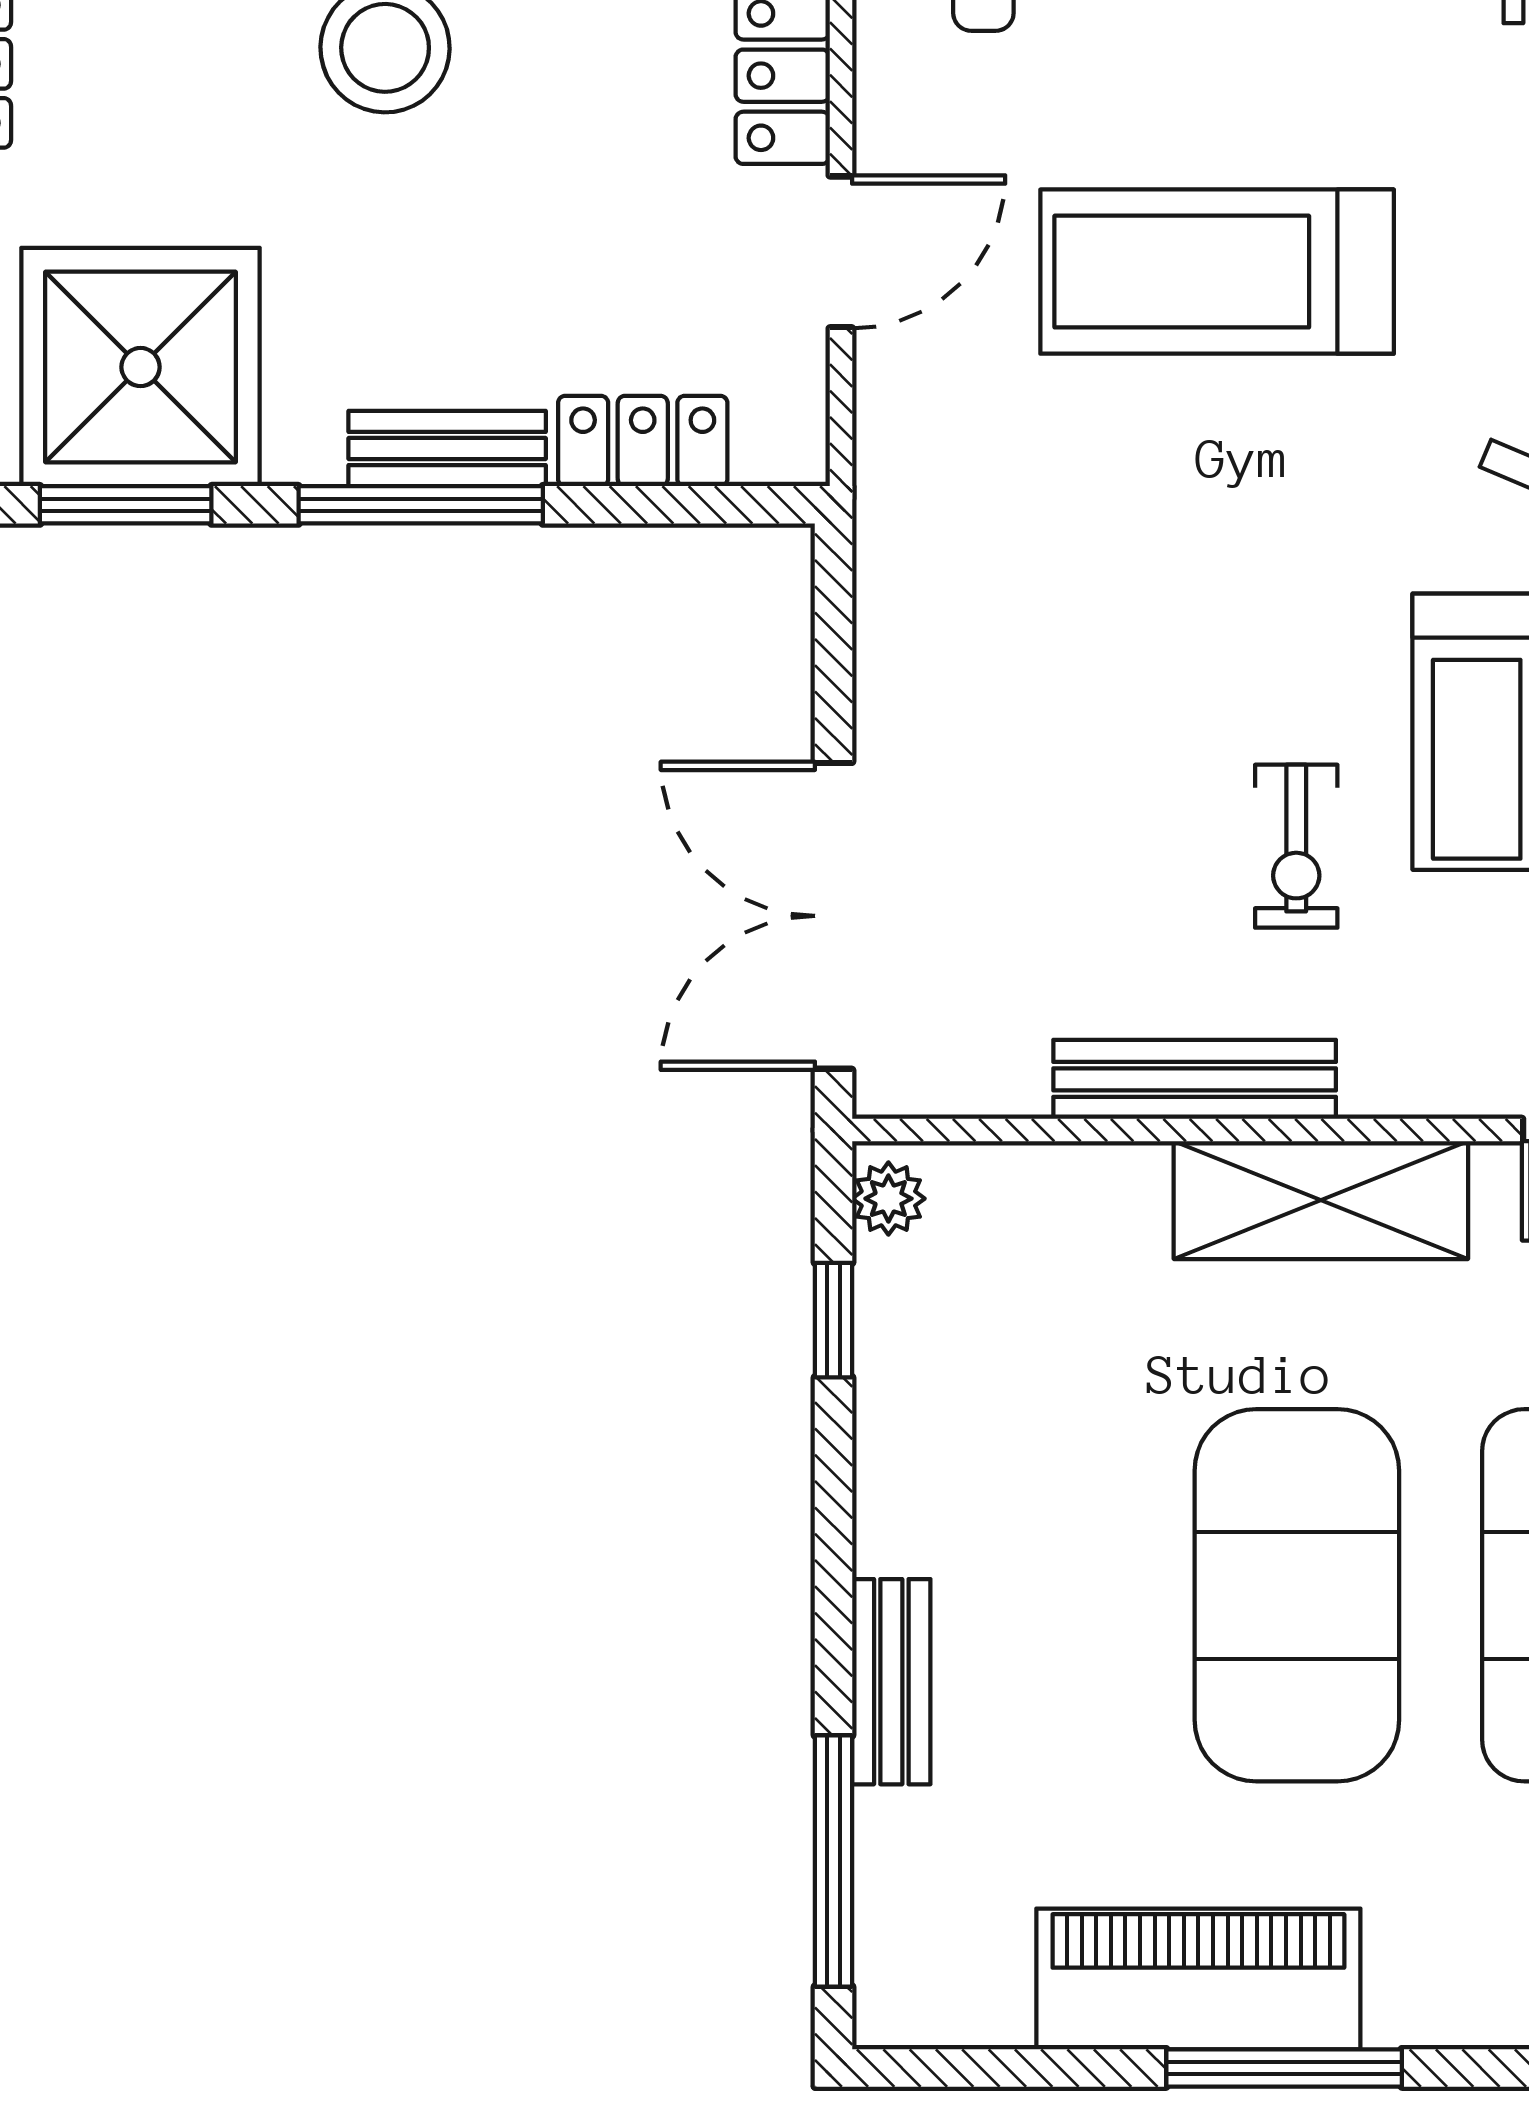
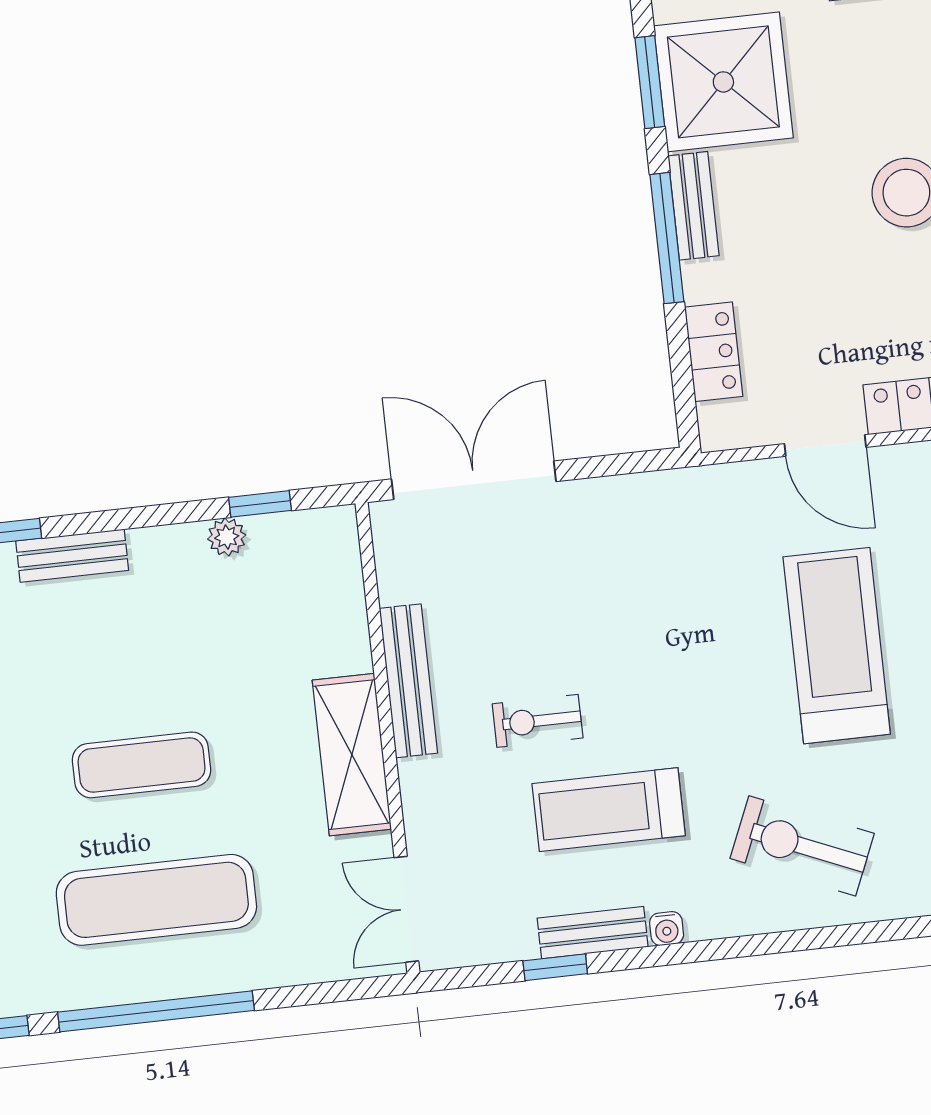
bench: (447, 449) -> (693, 206), moved
plant: (888, 1199) -> (227, 537), moved
exercise mat: (1297, 1595) -> (142, 765), width x0.50, depth x0.69

